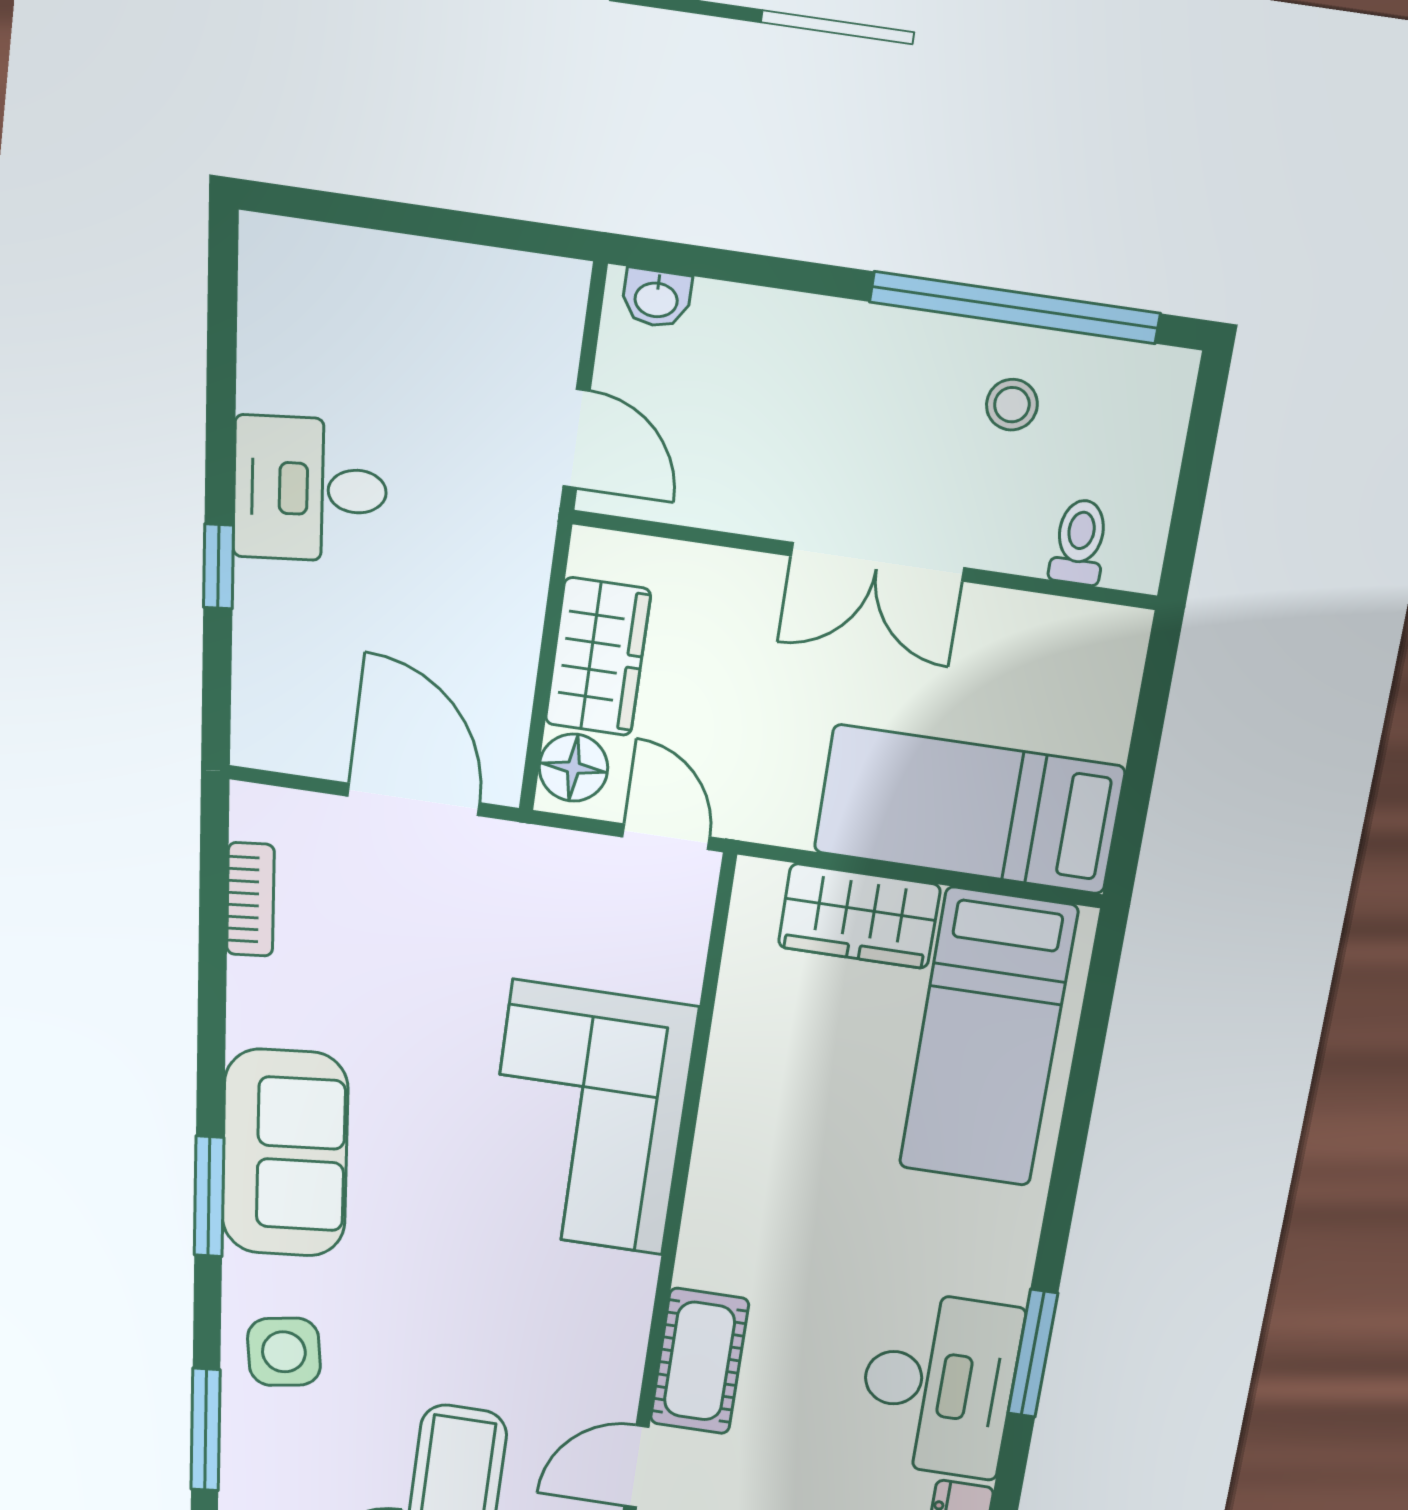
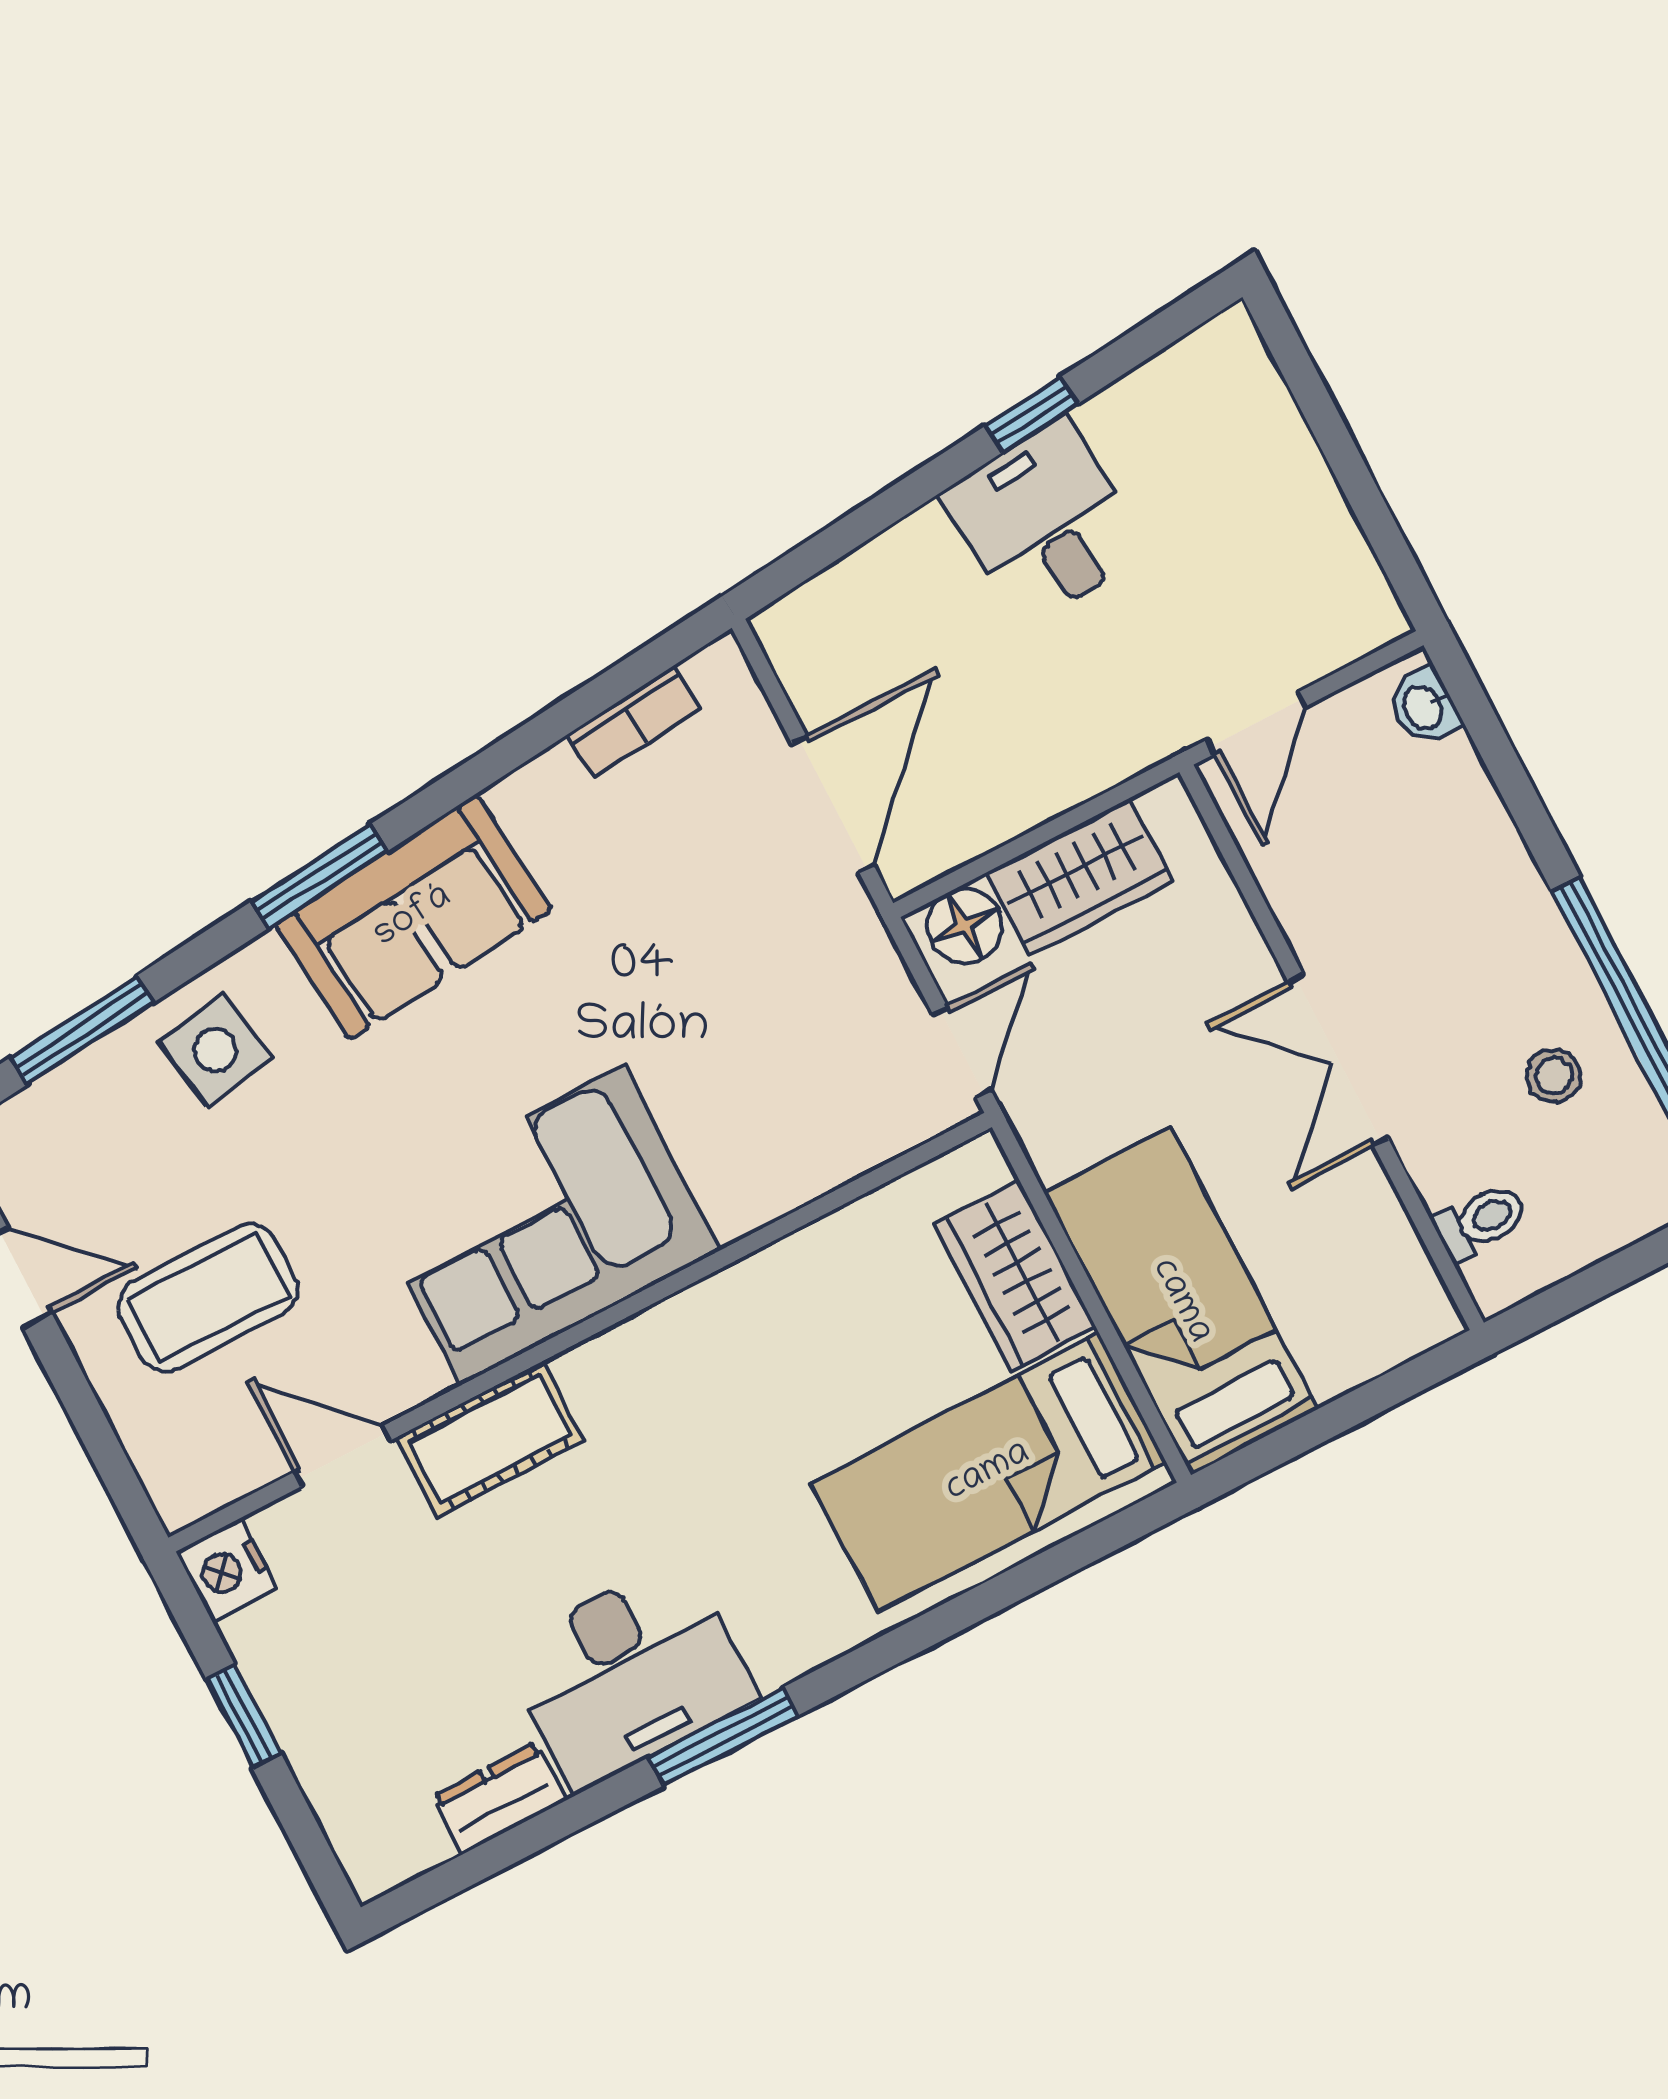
window: (218, 566) -> (1031, 415), moved
corner sofa: (588, 1118) -> (542, 1225), moved

